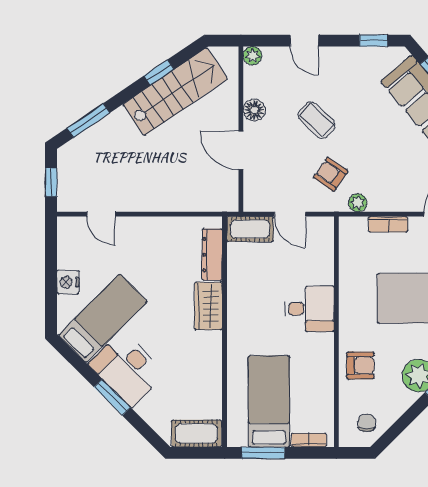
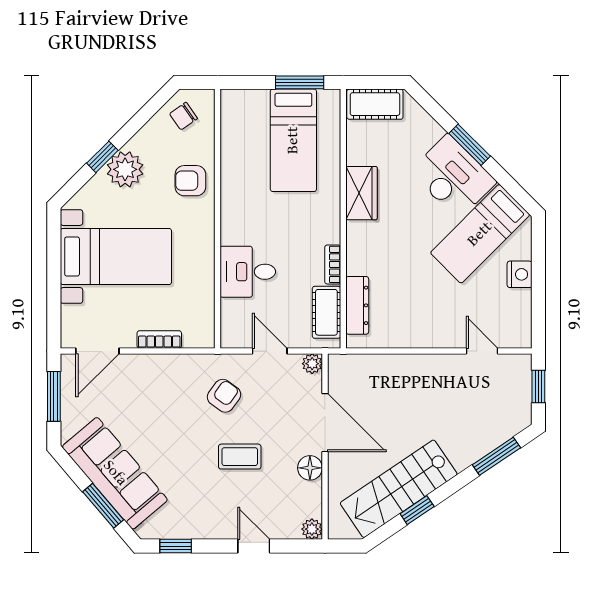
coffee table: (317, 120) -> (240, 457), turned -44
door: (241, 150) -> (325, 423), width x1.36
armchair: (331, 174) -> (224, 396), turned -89
plant: (358, 203) -> (312, 364), moved
cot: (250, 229) -> (326, 312), moved, turned 90
wardrobe: (208, 306) -> (361, 193), moved
desk: (309, 309) -> (248, 272), moved
chair: (367, 423) -> (183, 116), turned 53
bookcase: (309, 440) -> (333, 264), moved, turned 90

